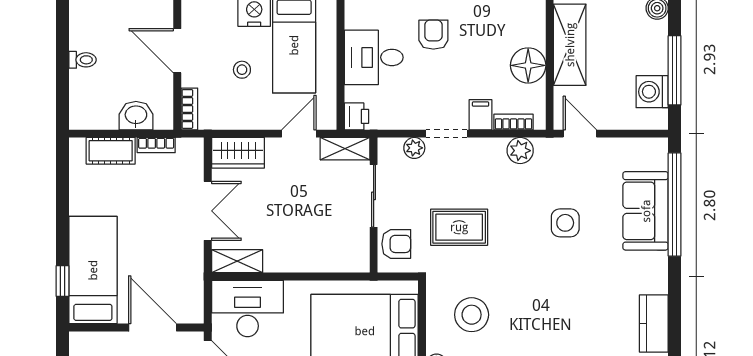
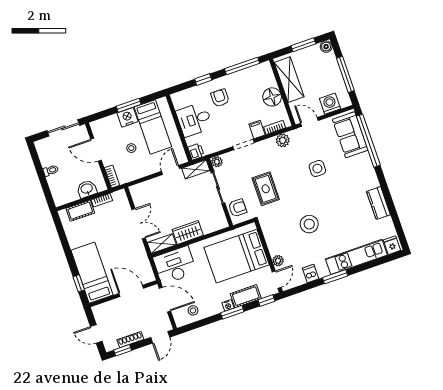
washing machine: (652, 92) -> (330, 104), moved, turned 90
plant: (414, 148) -> (217, 162), moved
wardrobe: (238, 153) -> (188, 232), moved, turned 180
sofa: (646, 211) -> (350, 135), moved
rug: (459, 227) -> (266, 189), turned 90
stool: (472, 315) -> (309, 224), moved

